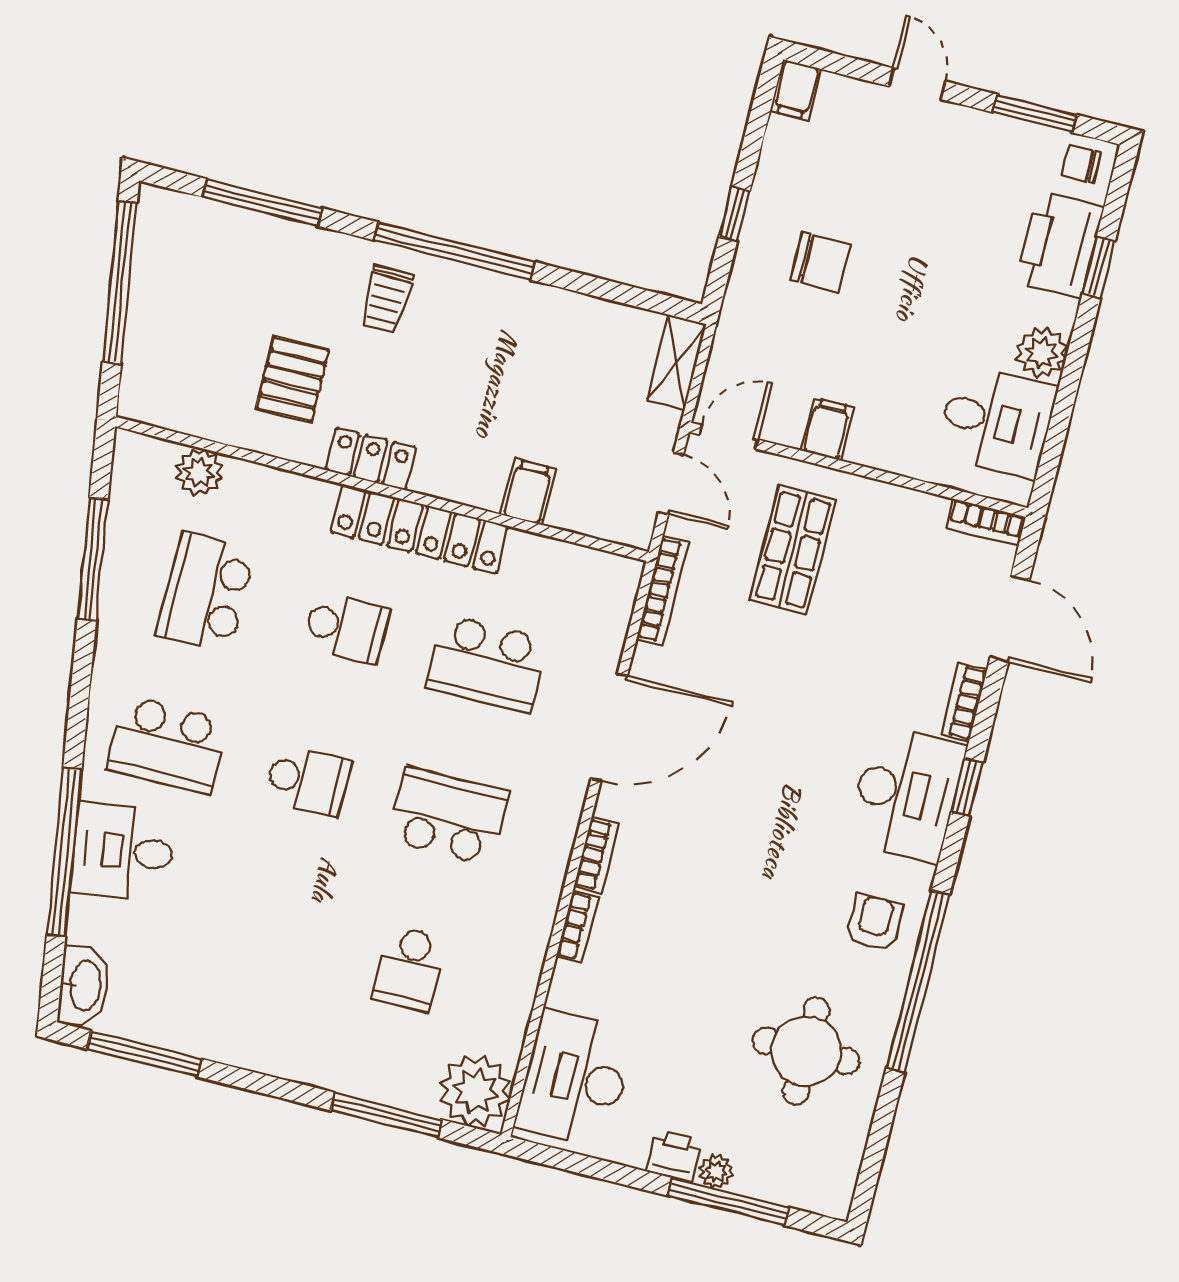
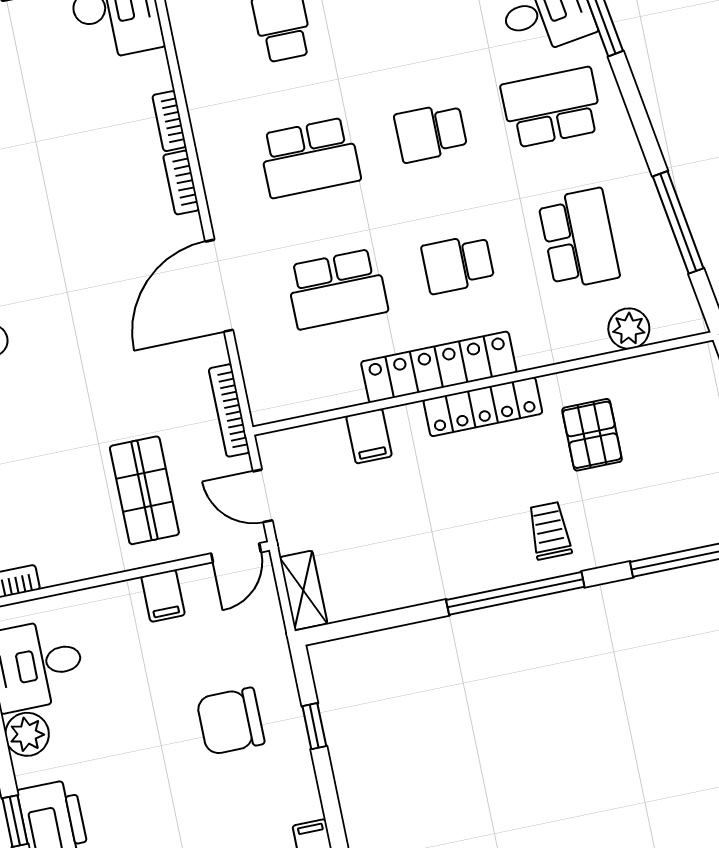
chair: (820, 262) -> (230, 721), width x1.37, depth x1.37
locker: (371, 459) -> (483, 407), width x1.53
school desk: (487, 664) -> (337, 289), turned 180

